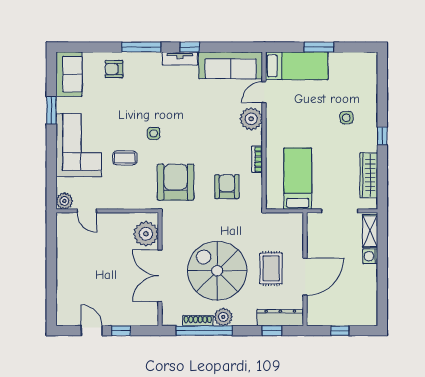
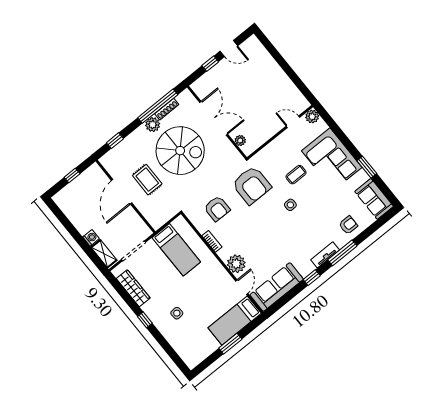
tv unit: (180, 58) -> (325, 255), moved
plant: (146, 234) -> (240, 140), width x0.53, depth x0.53
dresser: (280, 318) -> (116, 153), removed

